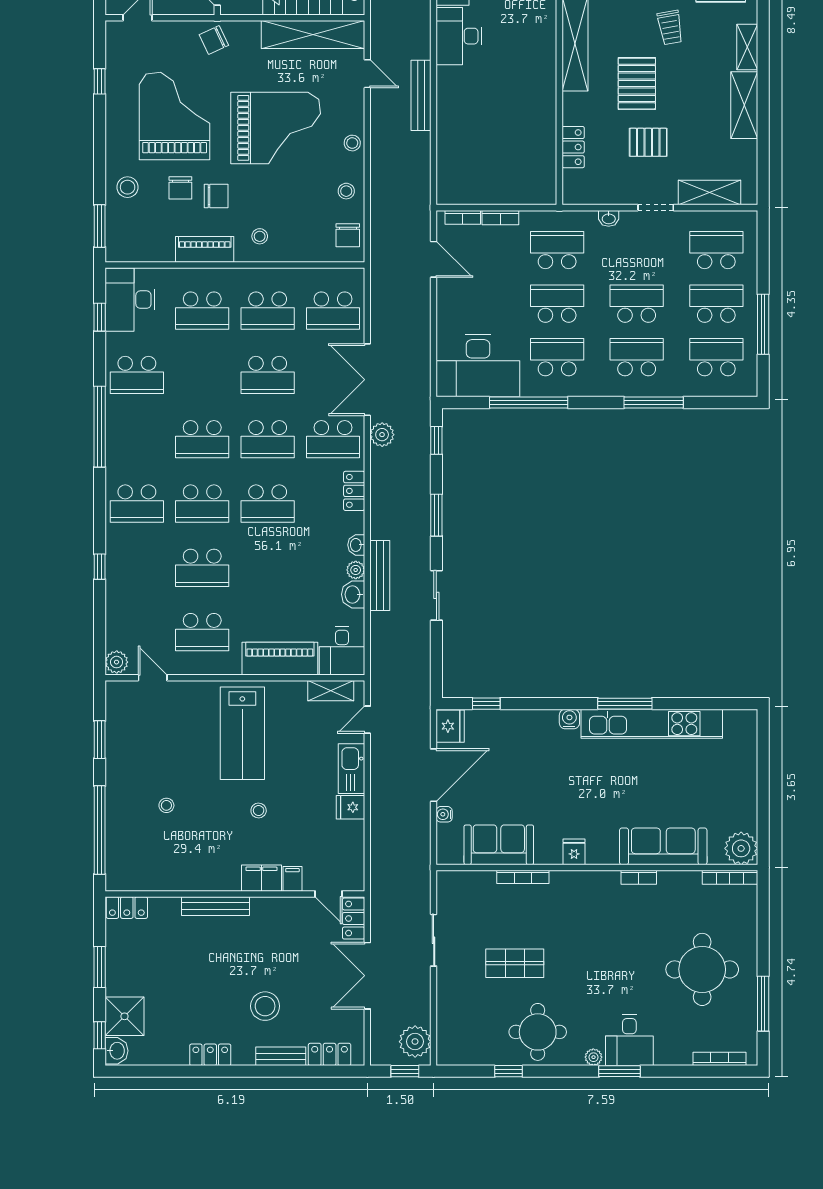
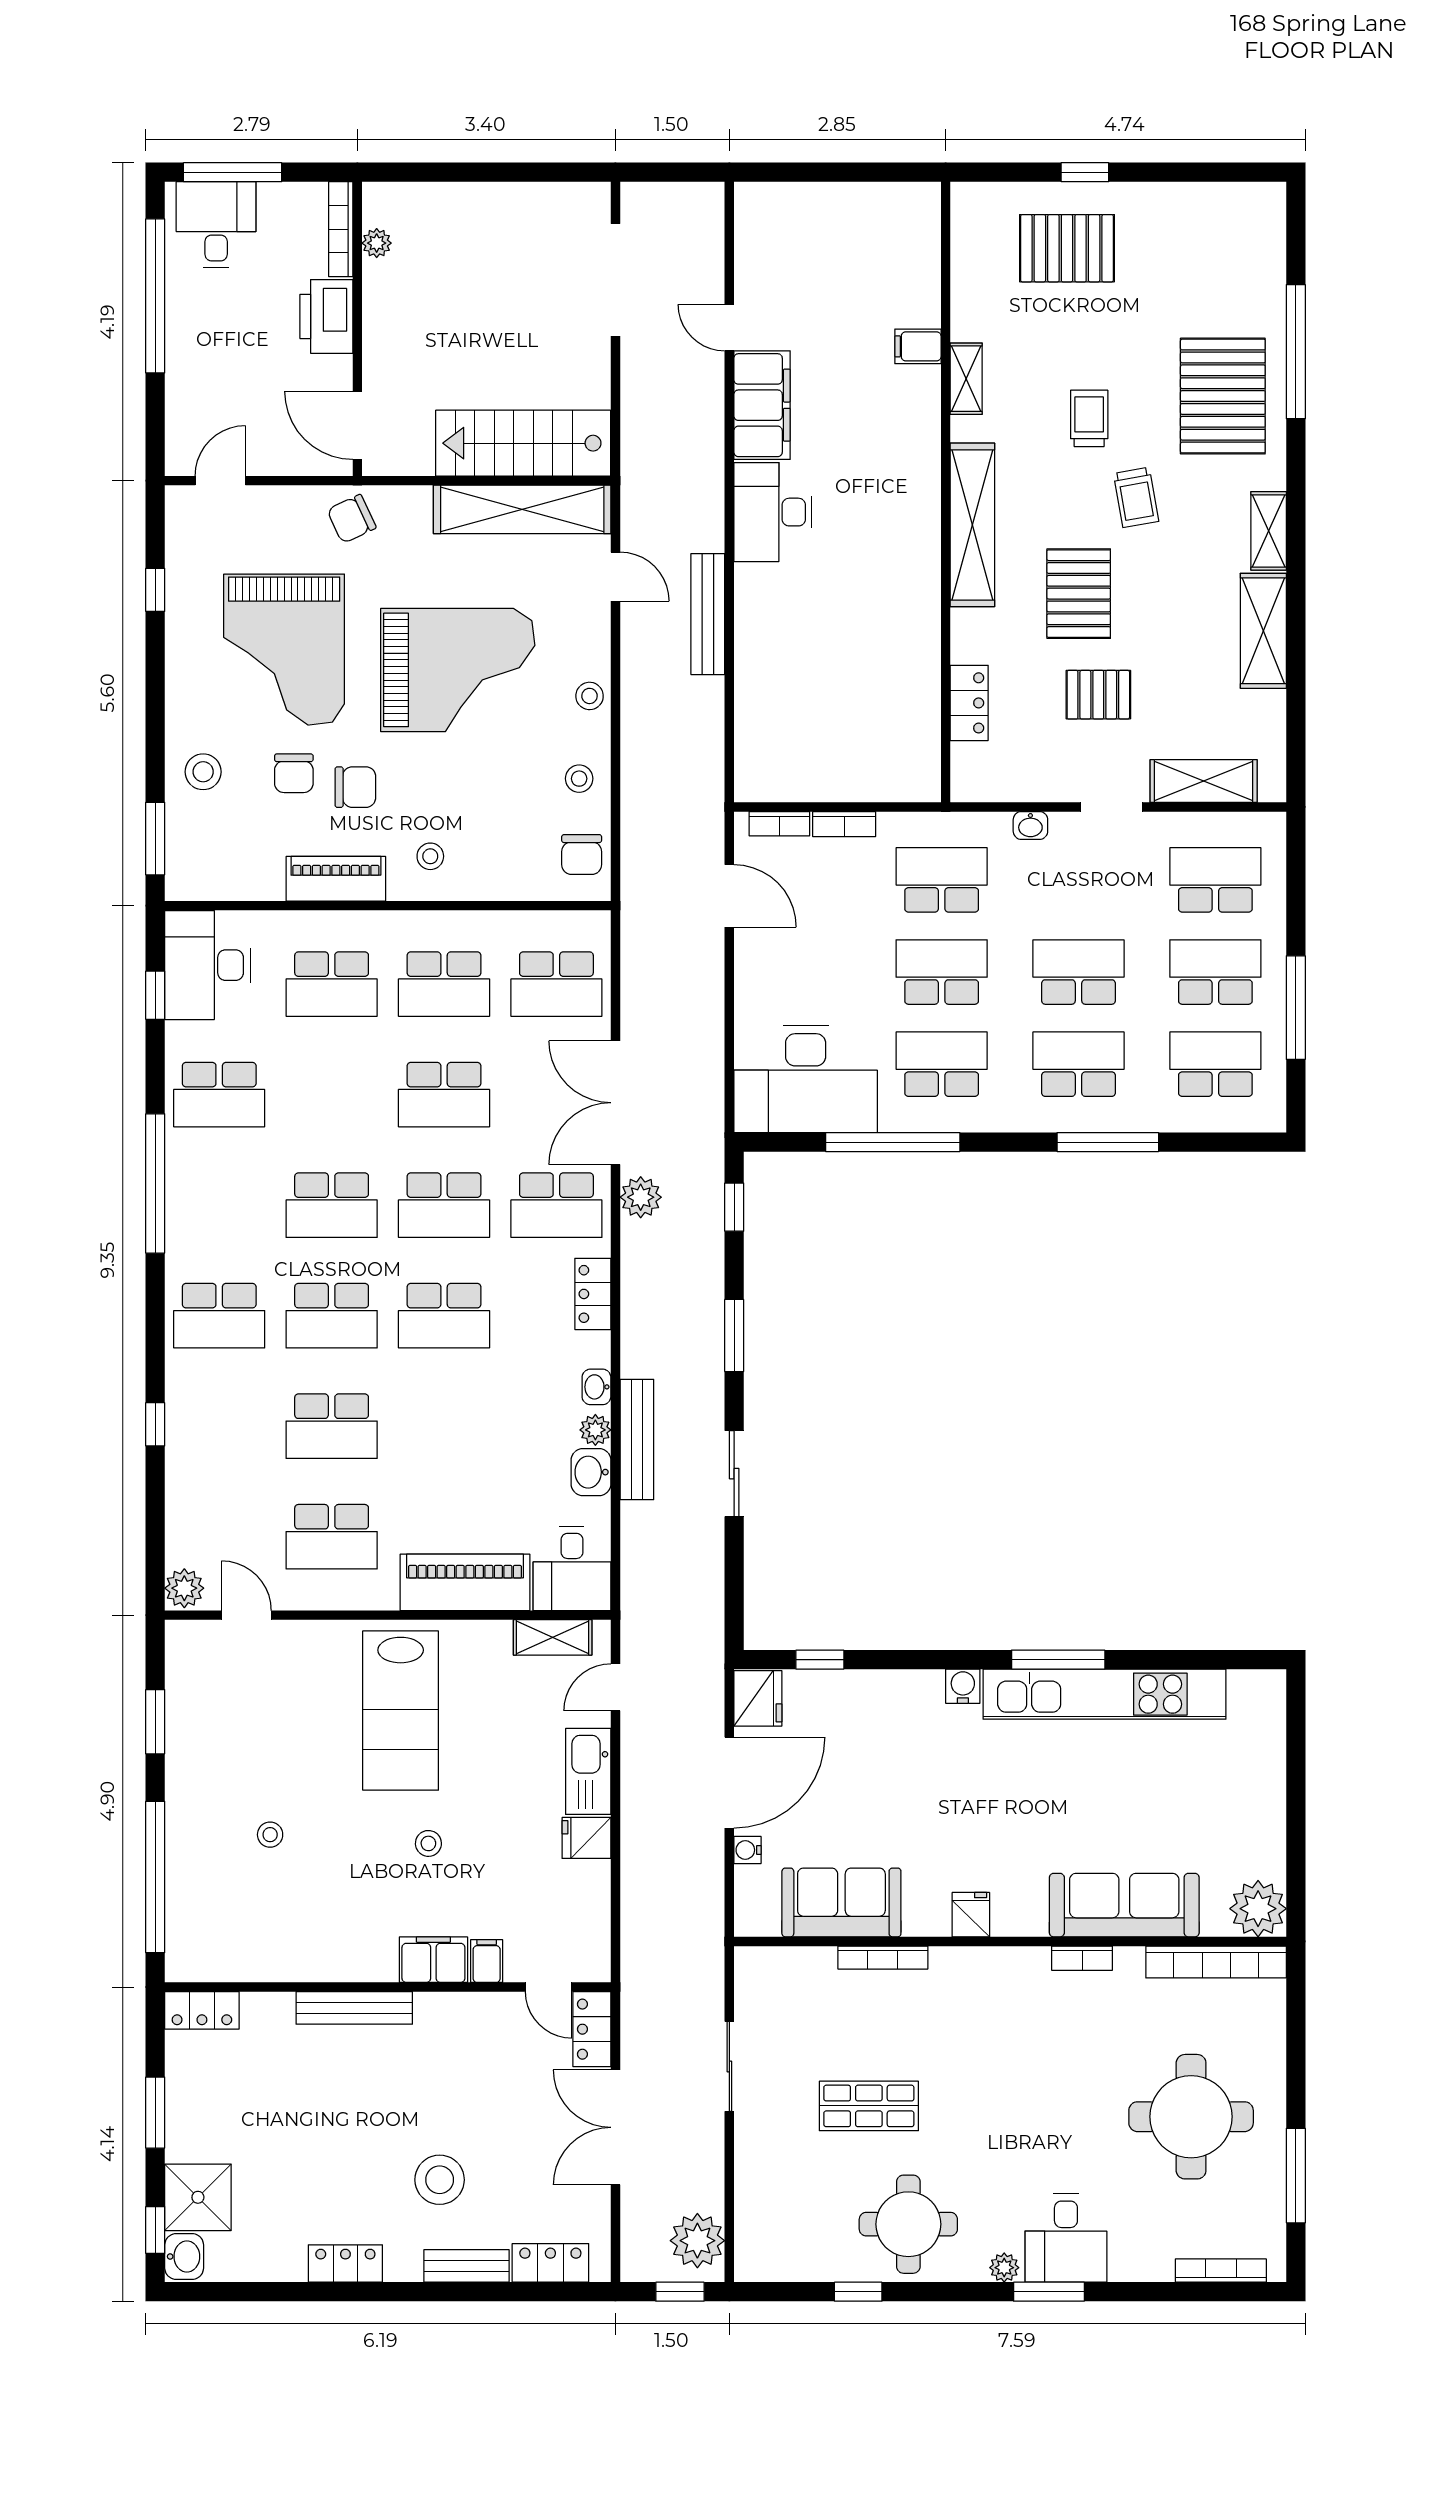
grand piano: (175, 116) -> (284, 650), turned 180
bookcase: (730, 877) -> (1216, 1962), width x1.48, depth x1.31

